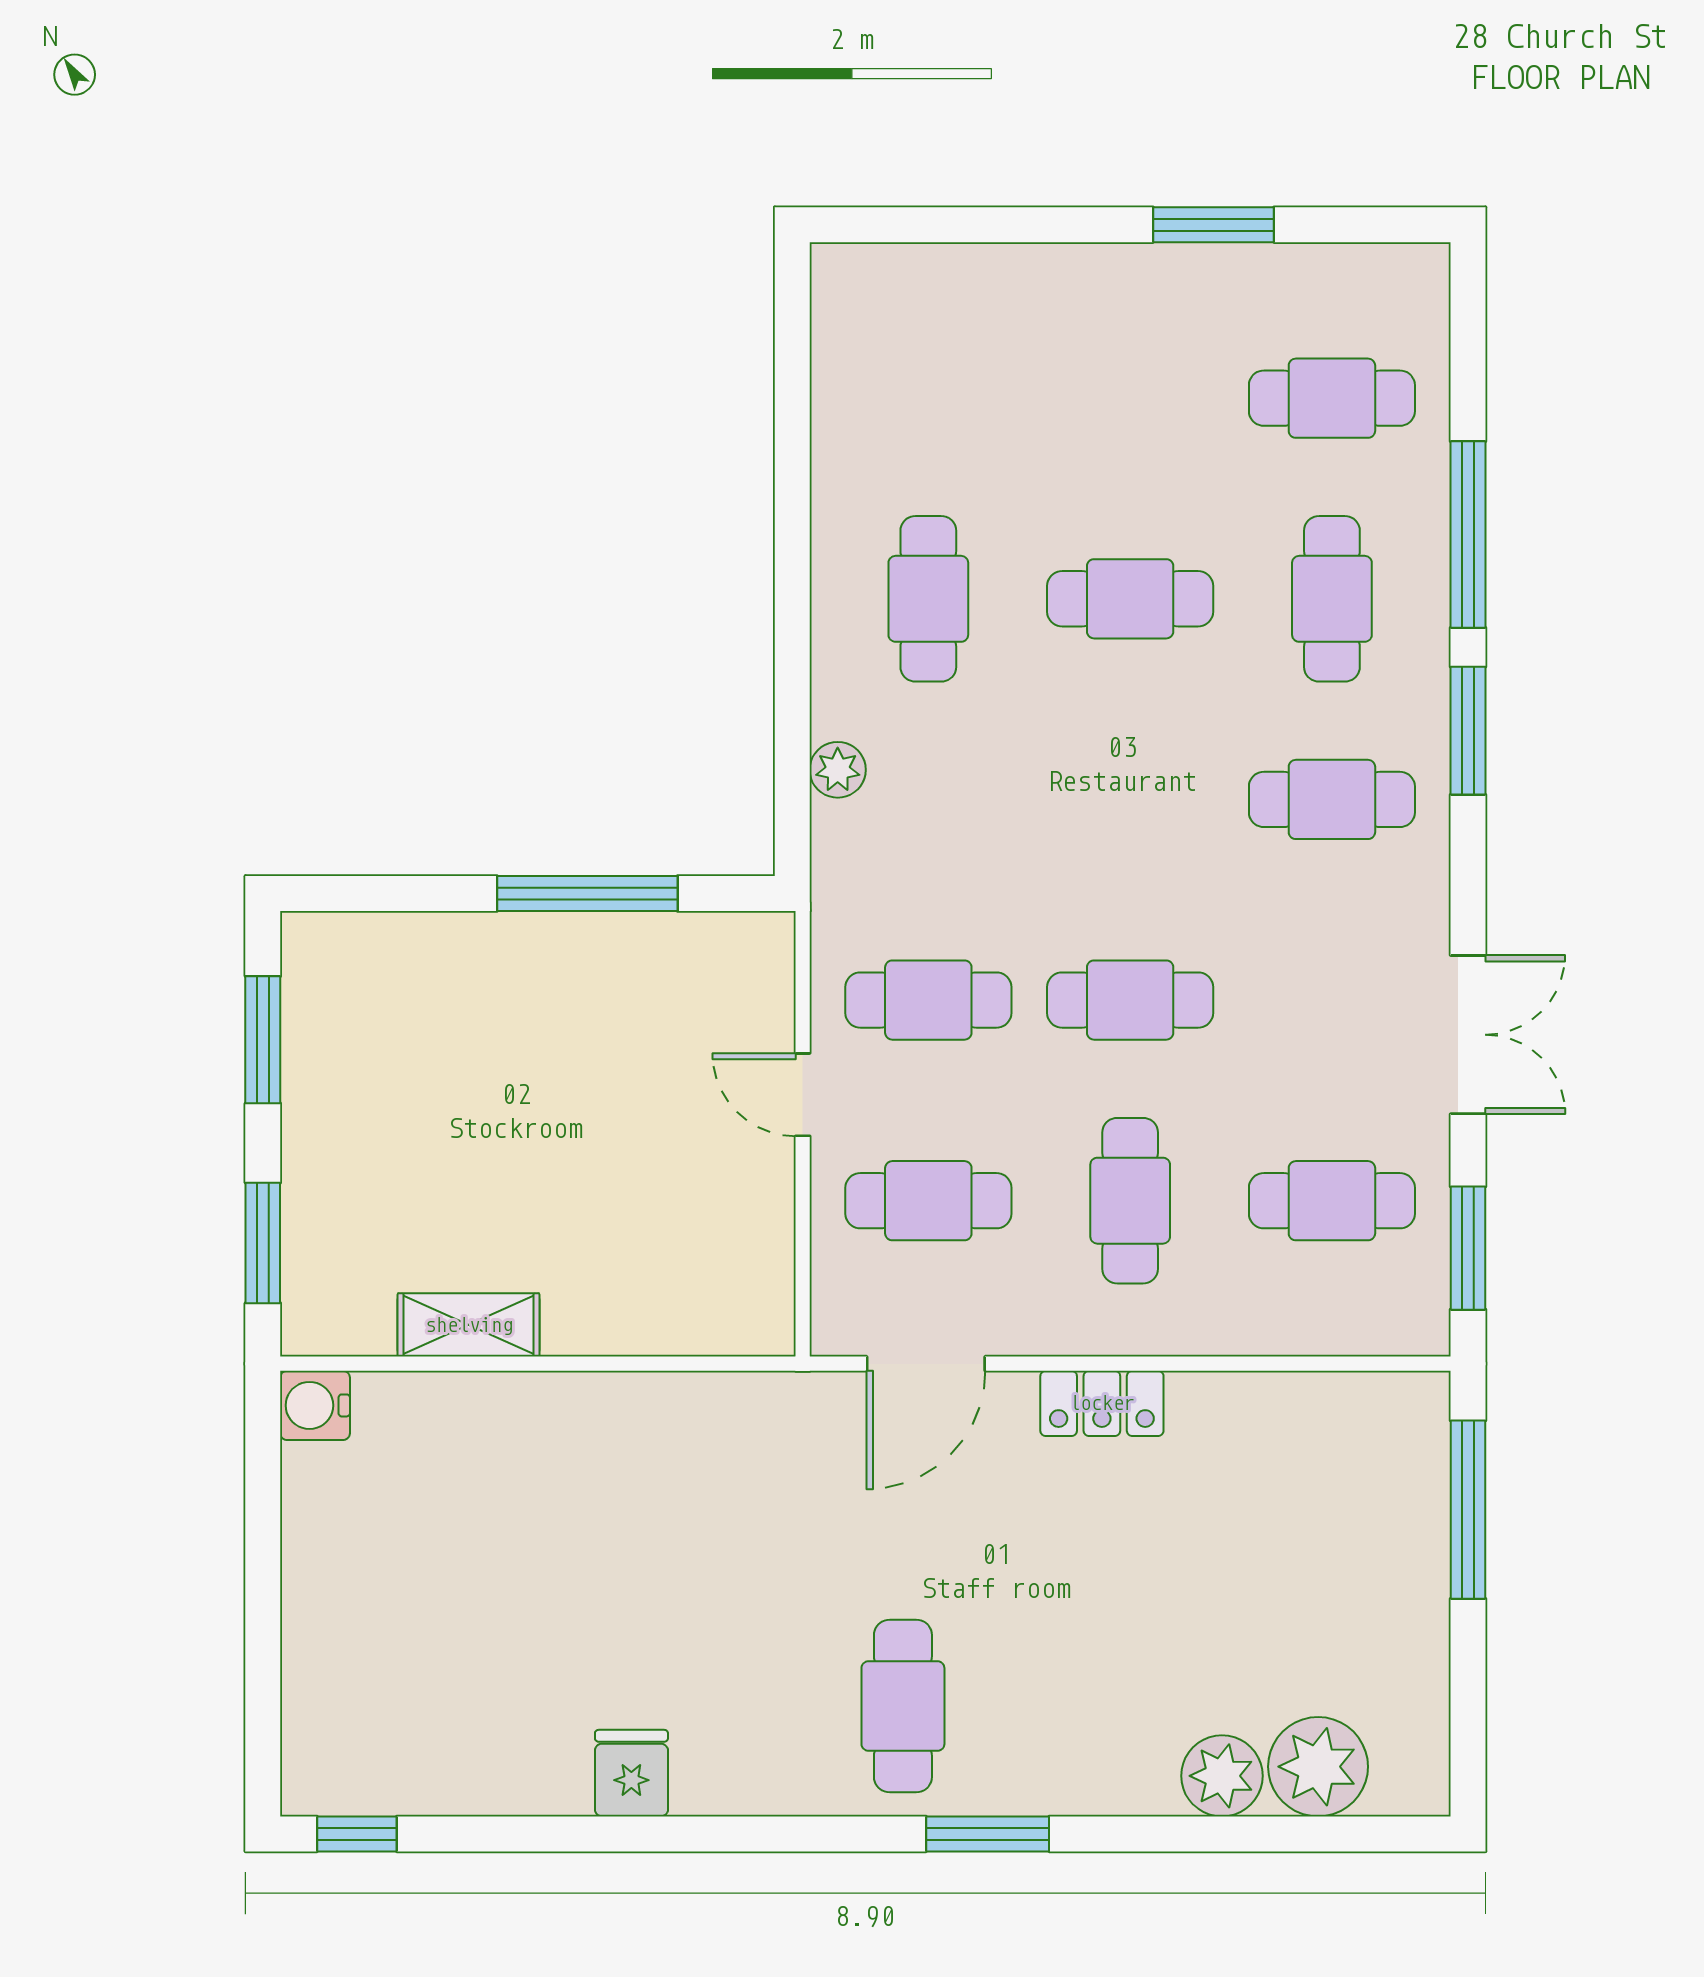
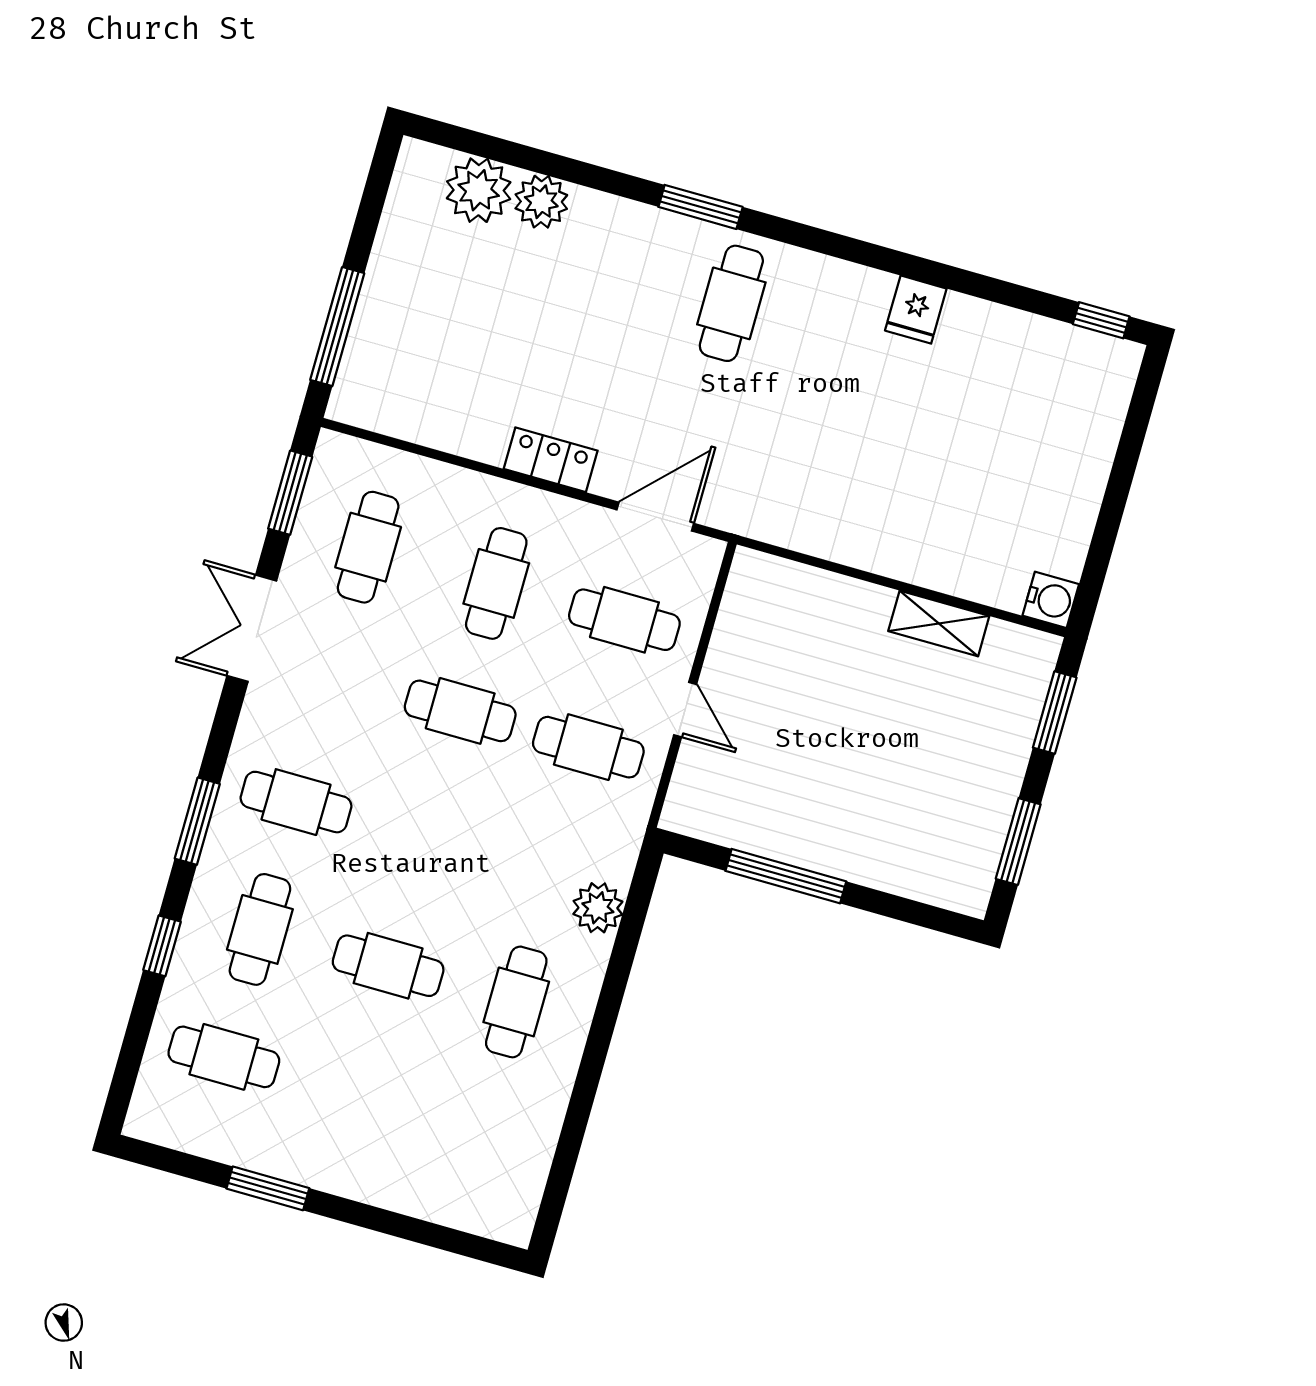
window: (1468, 534) -> (162, 946), width x0.46
plant: (838, 770) -> (598, 908), width x1.38, depth x1.38
cafe table: (1332, 1201) -> (368, 547), turned 90

